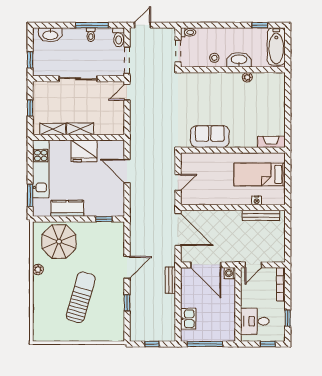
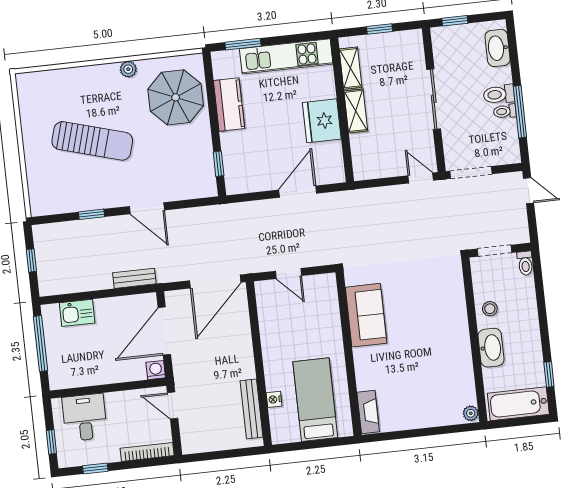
toilet: (119, 37) -> (499, 94), moved
plant: (247, 77) -> (471, 413), moved

